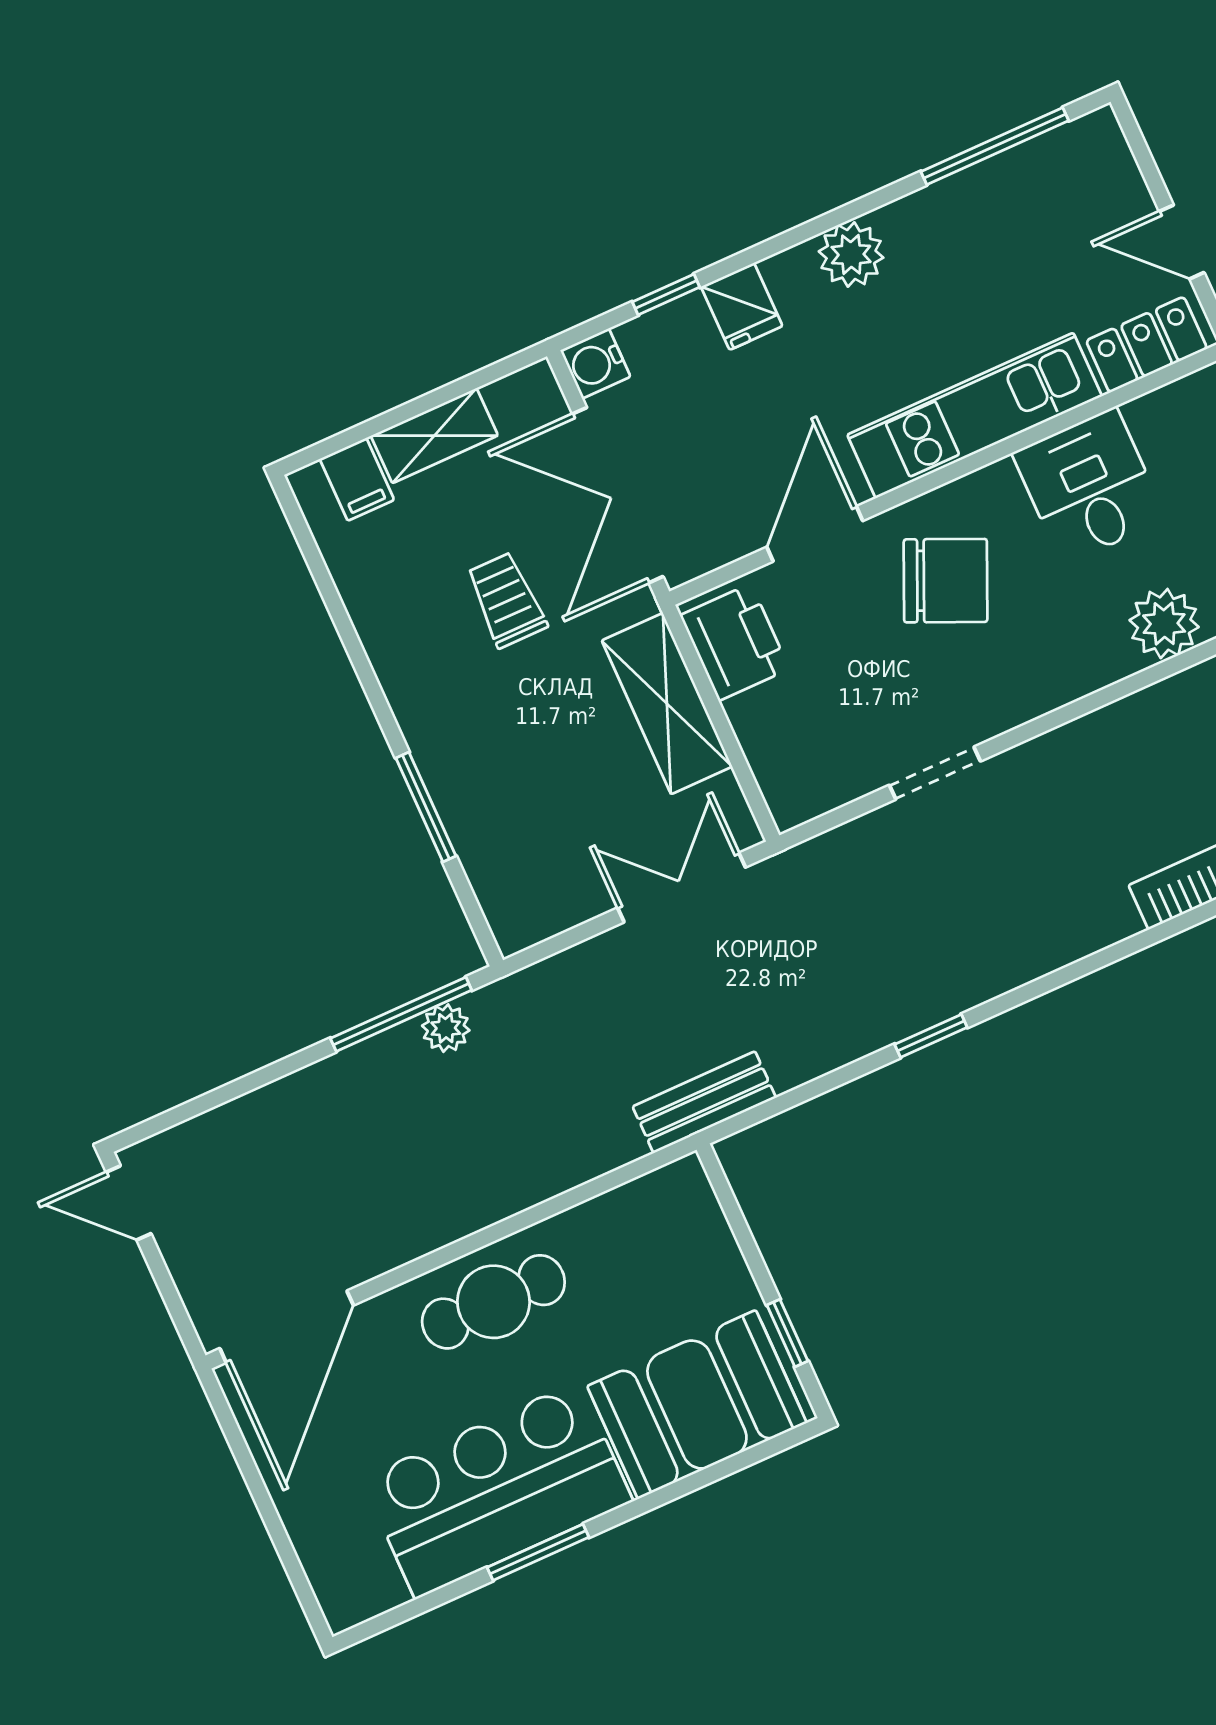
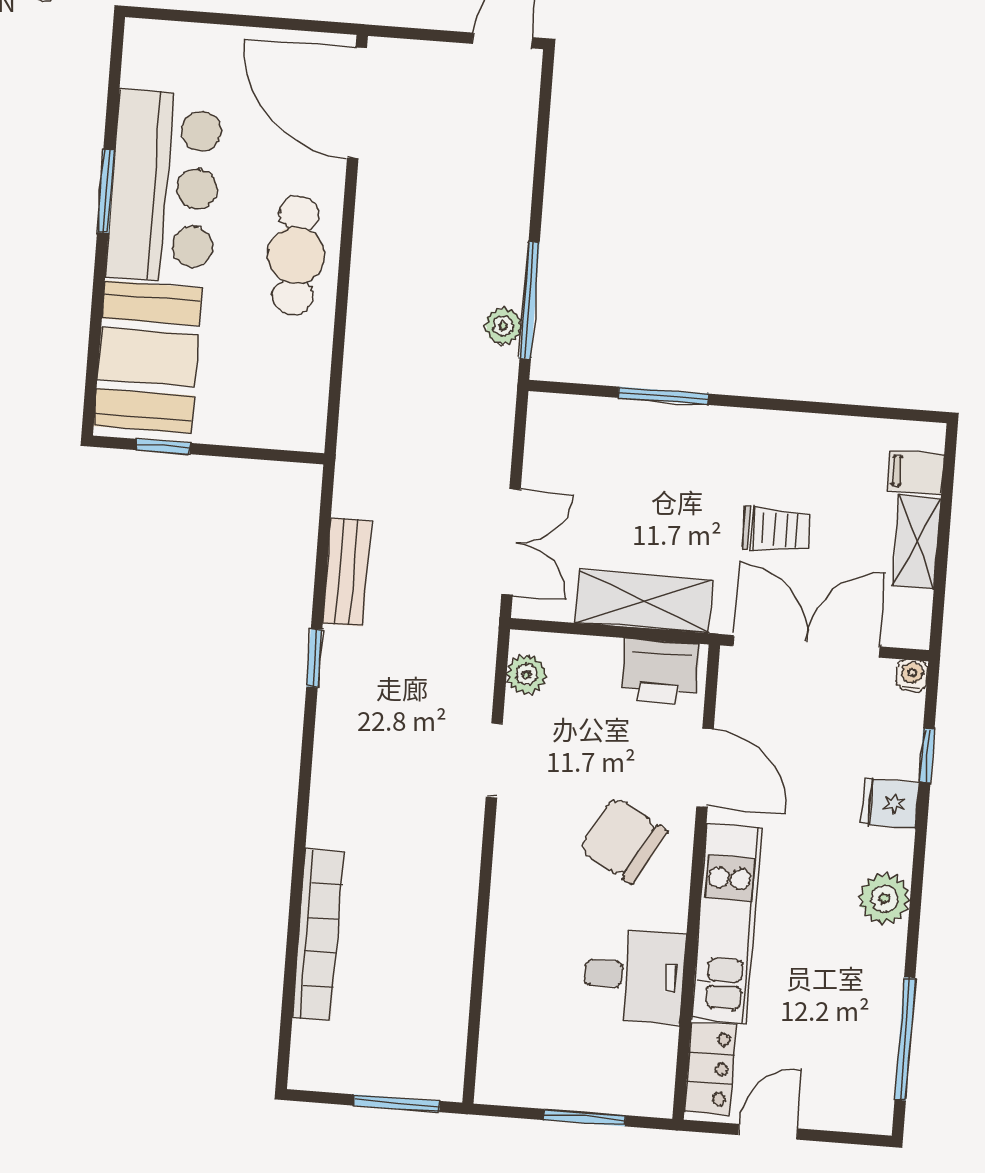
water cooler: (595, 364) -> (912, 675), width x0.72, depth x0.72
chair: (946, 581) -> (623, 840), turned 95
plant: (1164, 624) -> (527, 675), moved, width x0.73, depth x0.73
bench: (704, 1102) -> (347, 572), moved

